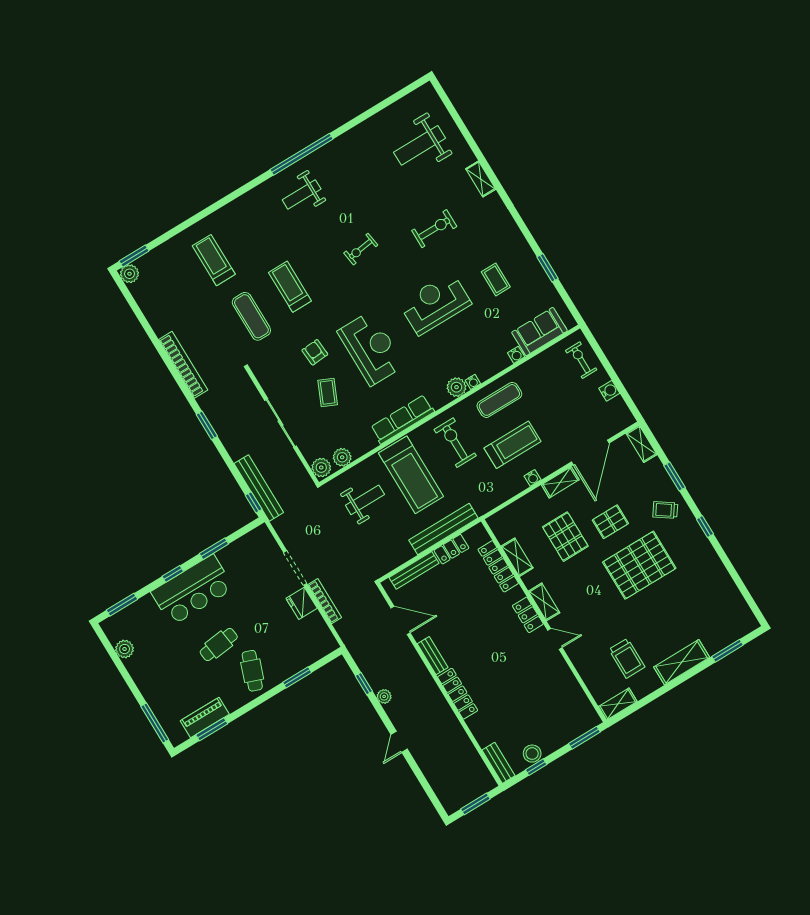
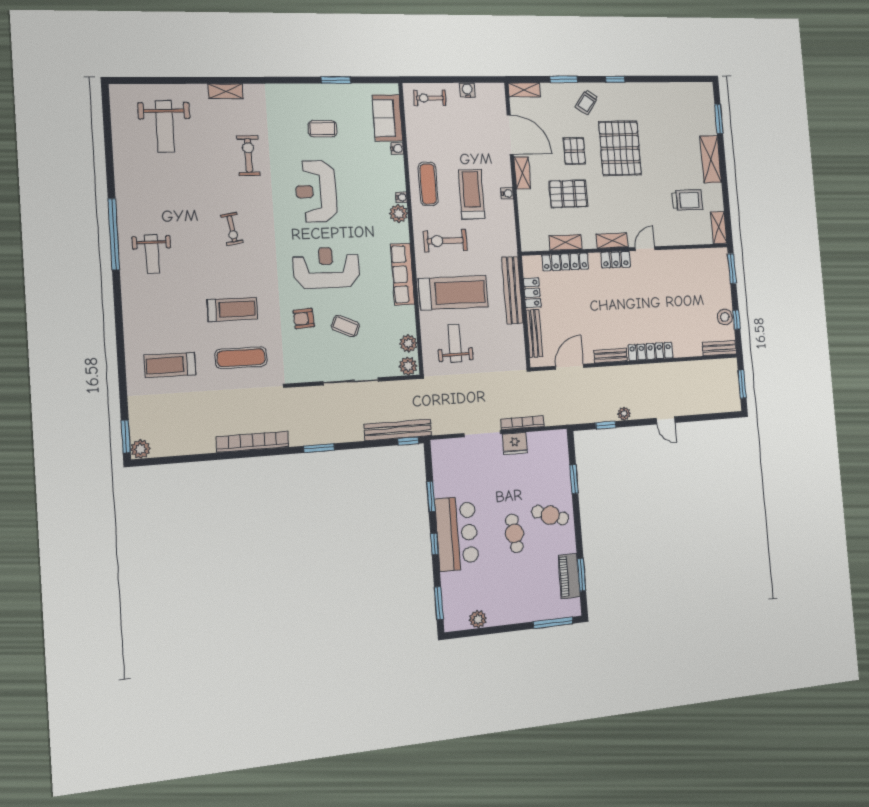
treadmill: (290, 287) -> (232, 309), turned 180

